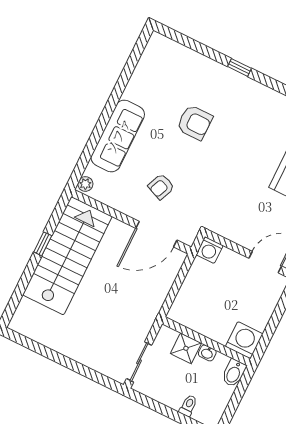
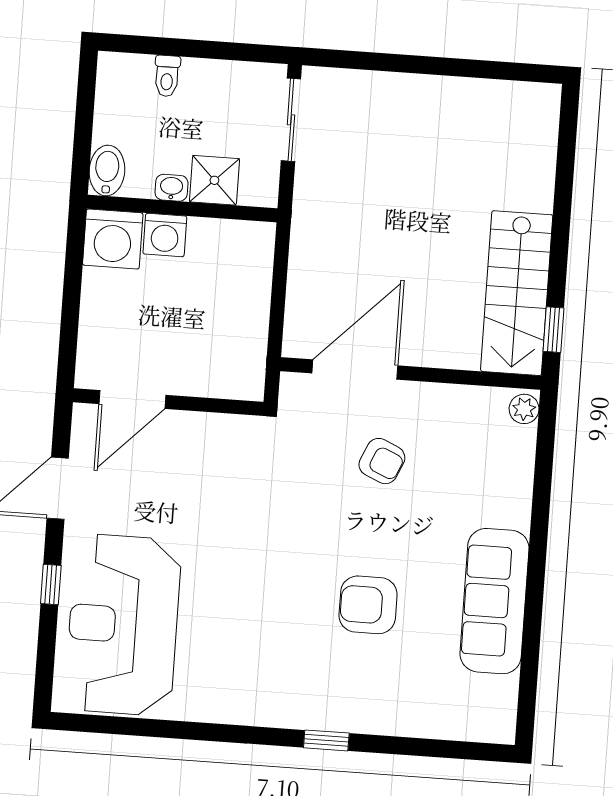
sofa: (118, 136) -> (494, 601), moved
armchair: (161, 187) -> (382, 461), turned 91
window: (43, 244) -> (553, 330), moved
washing machine: (210, 250) -> (165, 235), moved, turned 180
stairs: (67, 256) -> (517, 293), width x0.73, depth x0.66

